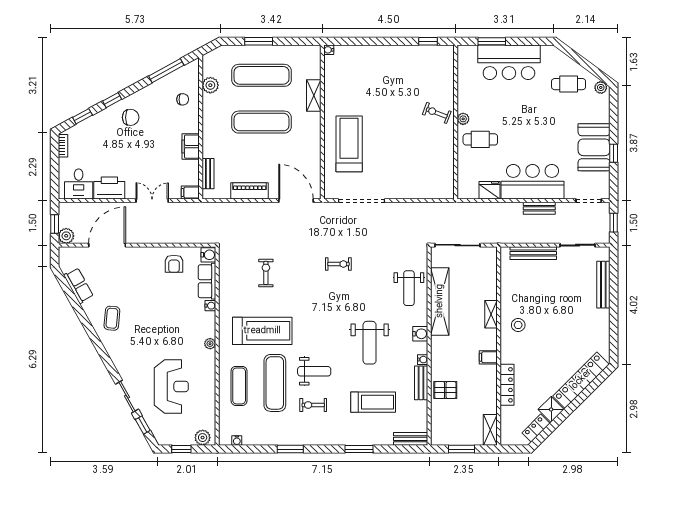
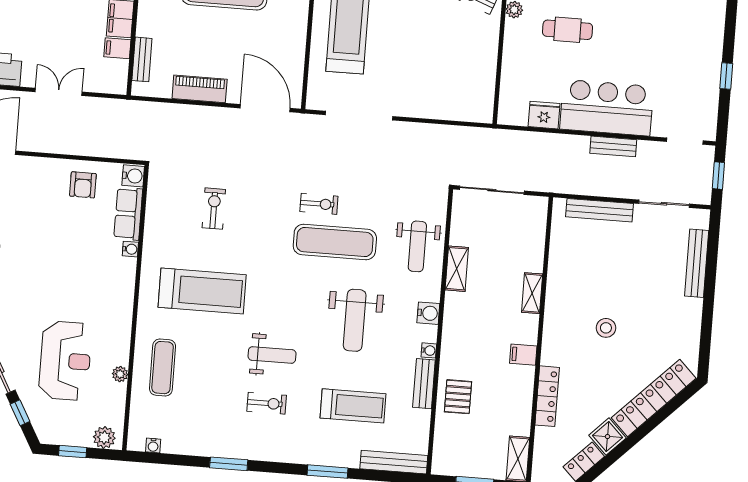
cafe table: (480, 139) -> (568, 30), moved
booth: (594, 147) -> (699, 65), removed
filing cabinet: (190, 193) -> (117, 48), moved
shelving: (440, 301) -> (457, 269), width x0.45, depth x0.75
stool: (518, 325) -> (606, 328), moved
plant: (210, 344) -> (120, 374), moved
exercise mat: (275, 383) -> (335, 242), moved, turned 90
pallet: (445, 390) -> (458, 397), turned 90
exercise bike: (313, 405) -> (267, 403), turned 180
bench: (411, 439) -> (394, 462), width x1.36

